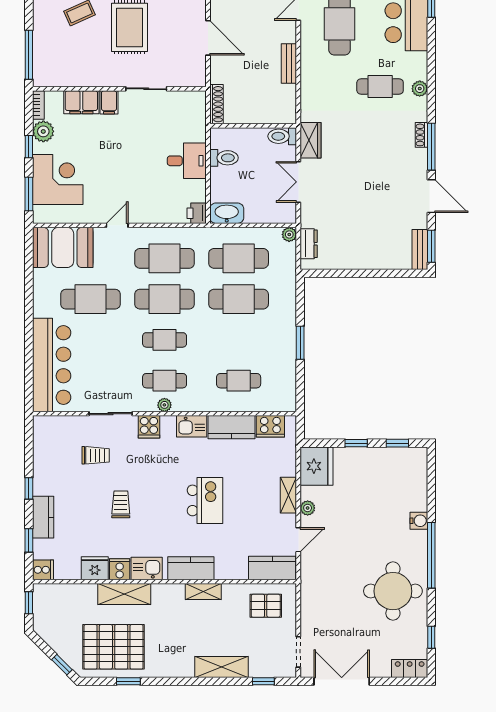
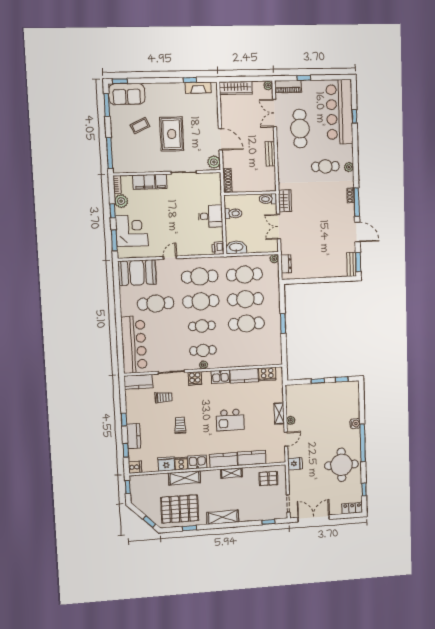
plant: (196, 74) -> (214, 162), added
cafe table: (239, 381) -> (246, 324), moved, width x1.37, depth x1.35
kitchen counter: (56, 427) -> (138, 382), added
fridge: (316, 466) -> (295, 464), moved, width x0.53, depth x0.75
kitchen island: (205, 500) -> (230, 420), turned 90
kitchen counter: (272, 568) -> (252, 458), moved
shelving: (221, 667) -> (223, 517), moved

